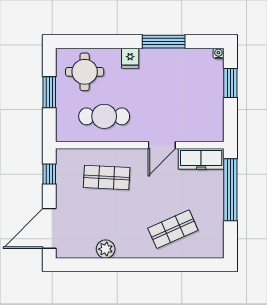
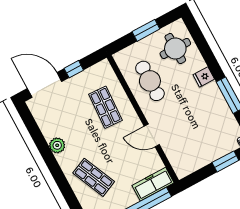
freezer: (201, 159) -> (153, 184), moved, turned 90
window: (49, 174) -> (74, 69), moved
plant: (106, 249) -> (57, 145), moved

